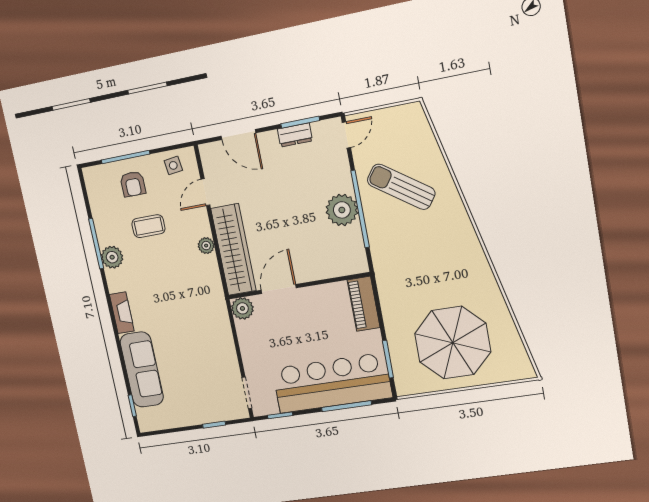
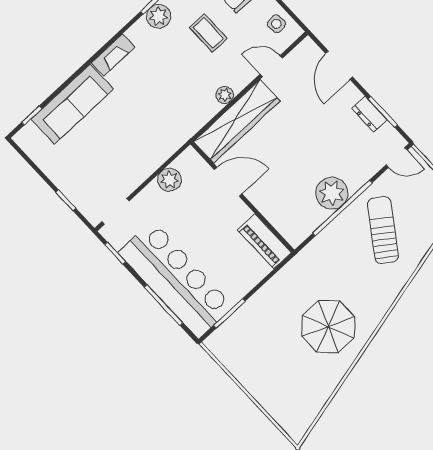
piano: (364, 304) -> (264, 241), moved, turned -90
plant: (242, 308) -> (169, 180), moved
parasol: (453, 343) -> (328, 327), moved, width x0.73, depth x0.73

